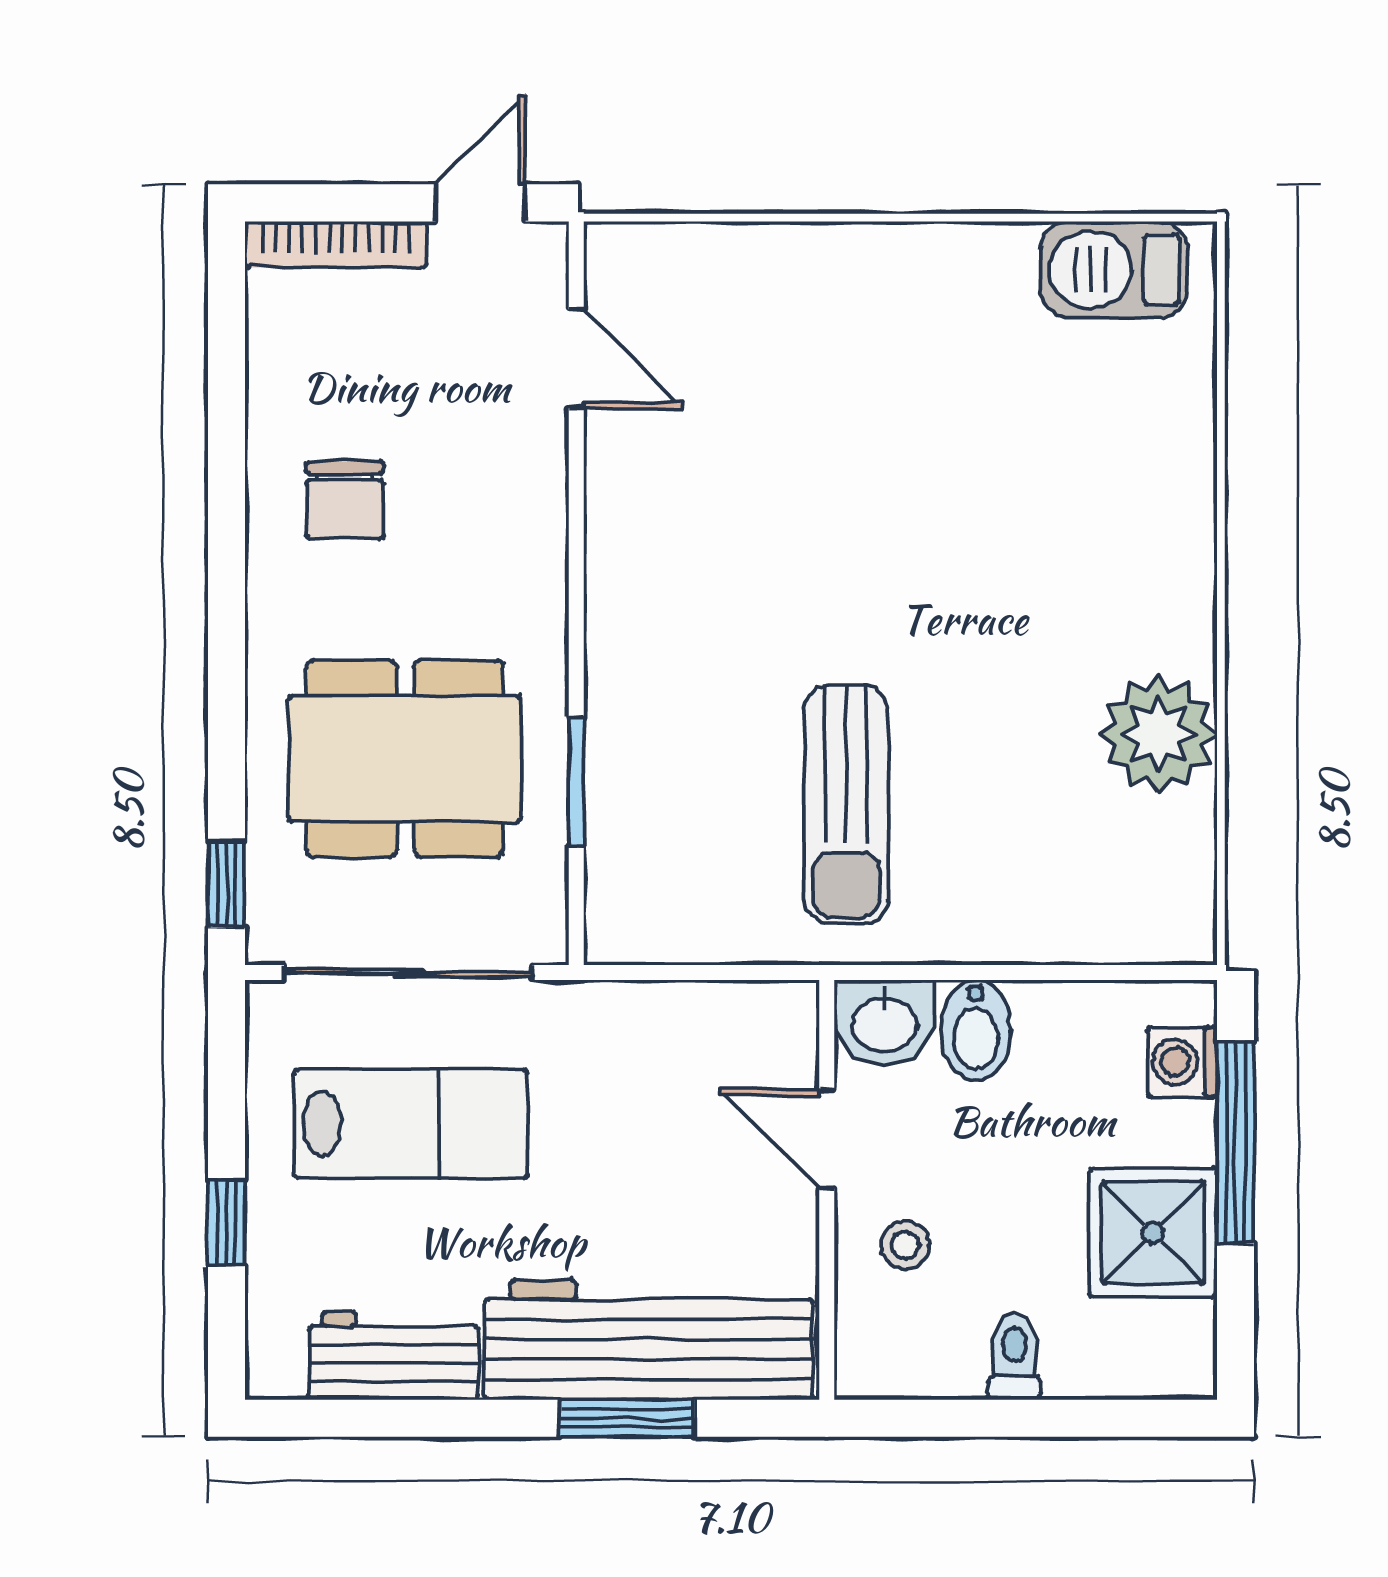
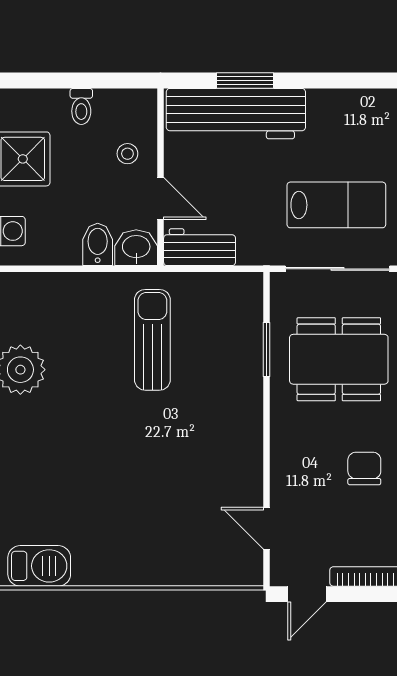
lab bench: (411, 1124) -> (336, 205), turned 180
workbench: (393, 1356) -> (200, 247), moved, turned 180

